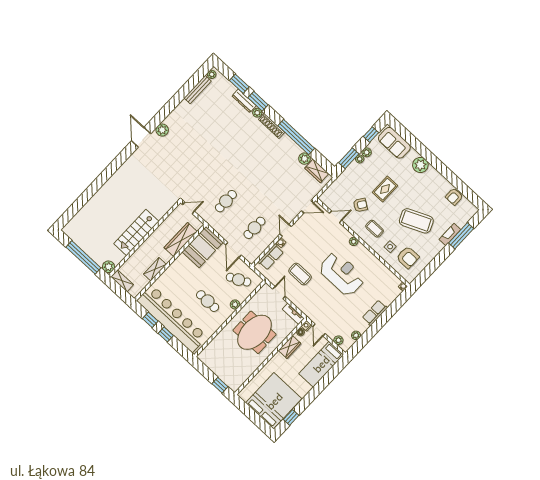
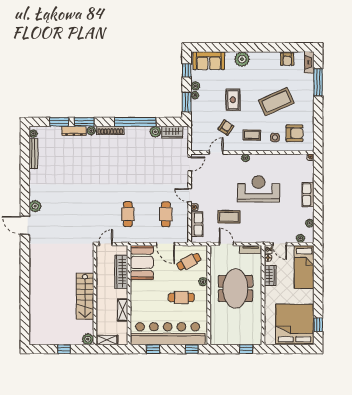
fireplace: (450, 234) -> (309, 62), moved
window: (83, 257) -> (64, 349), width x0.32
window: (166, 334) -> (192, 349), moved

